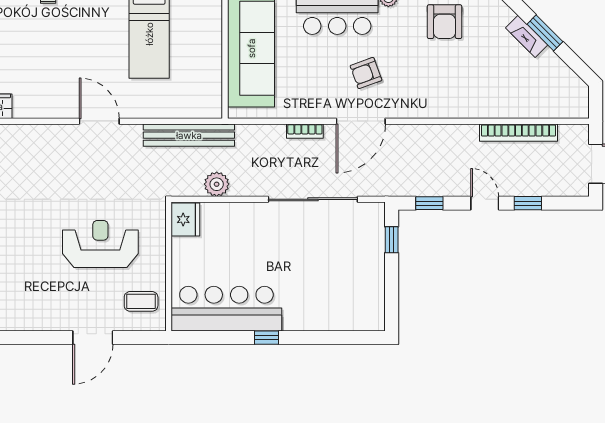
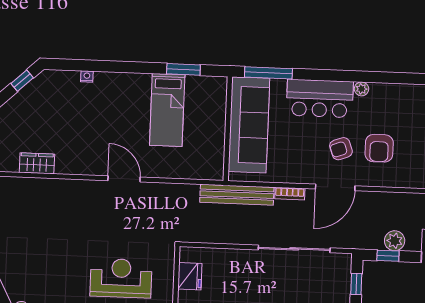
armchair: (445, 22) -> (379, 148), moved
bench: (189, 135) -> (237, 195), moved
plant: (217, 184) -> (395, 241), moved
fridge: (185, 219) -> (190, 276), moved

